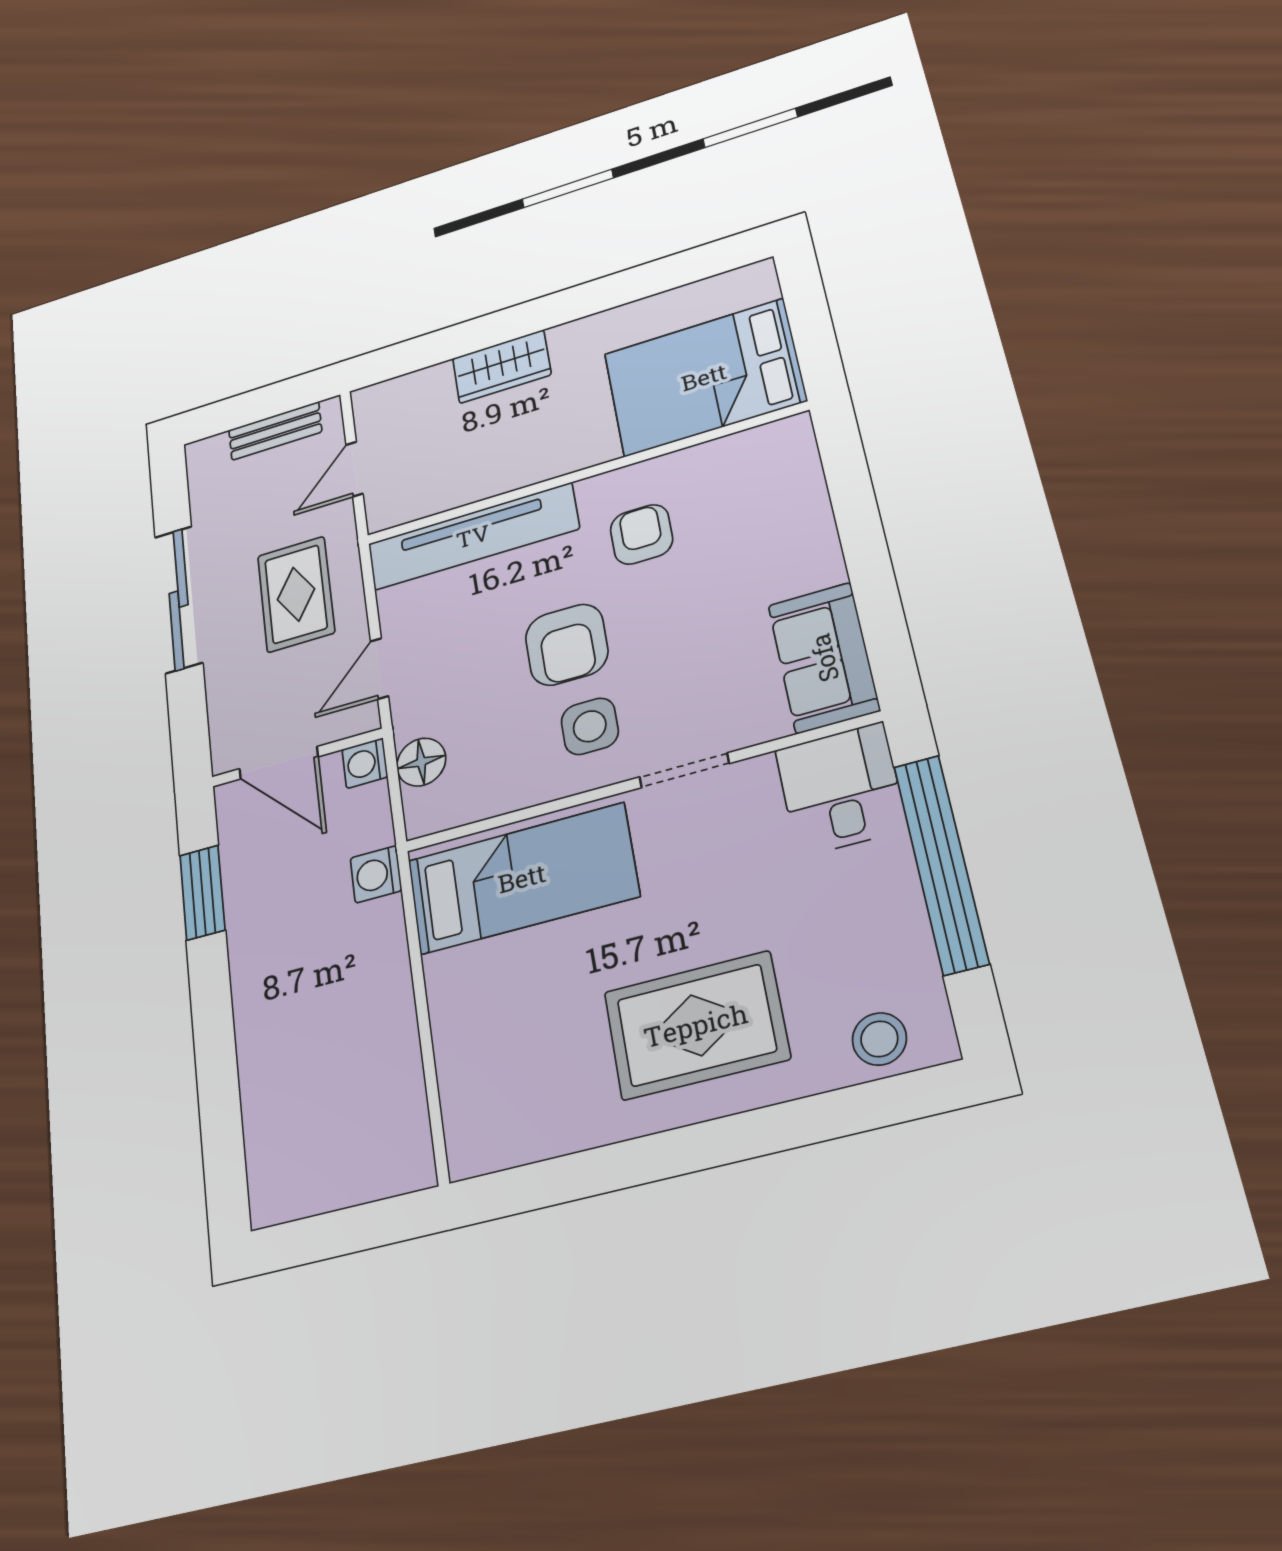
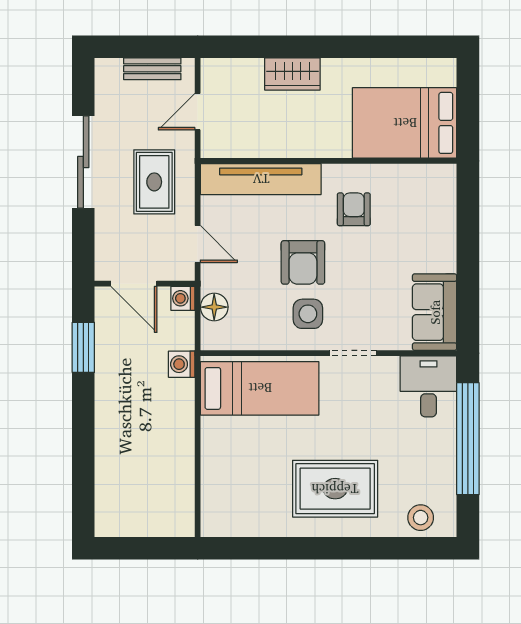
door: (379, 668) -> (198, 244), swing flipped

